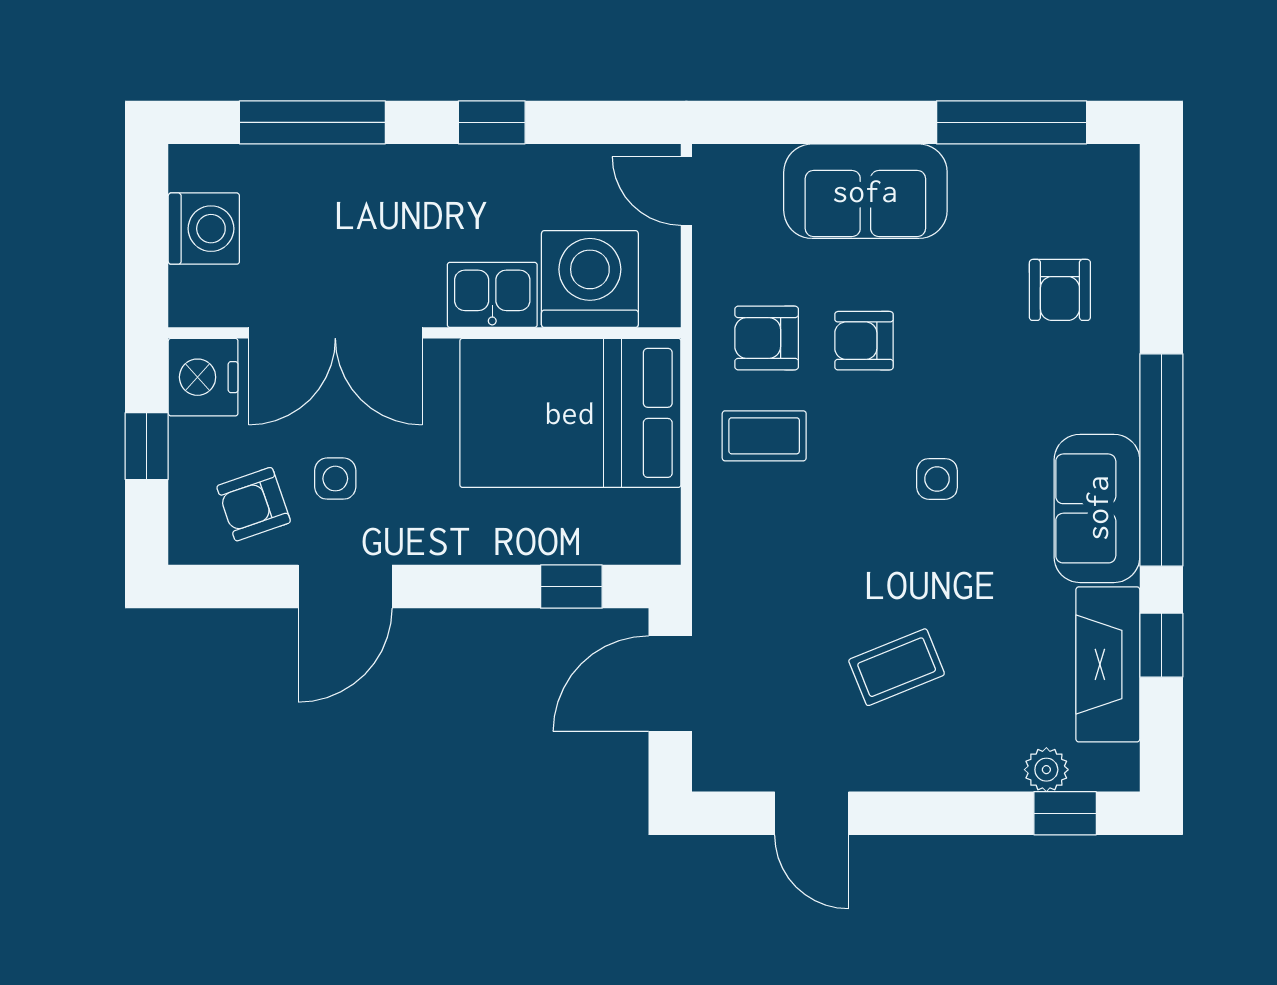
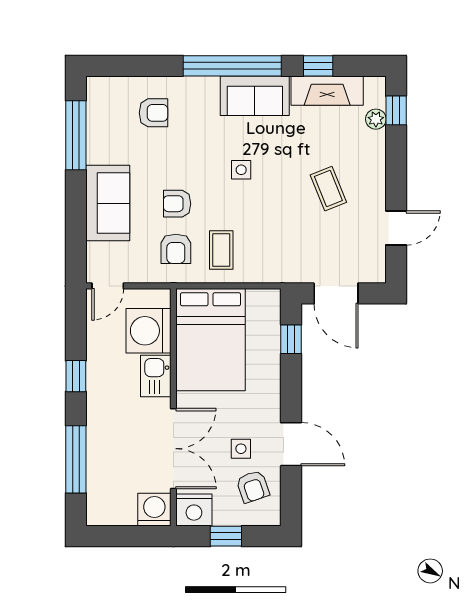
washing machine: (204, 229) -> (154, 510), moved
armchair: (864, 341) -> (177, 204), turned 90

